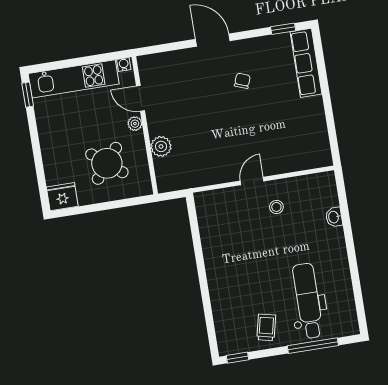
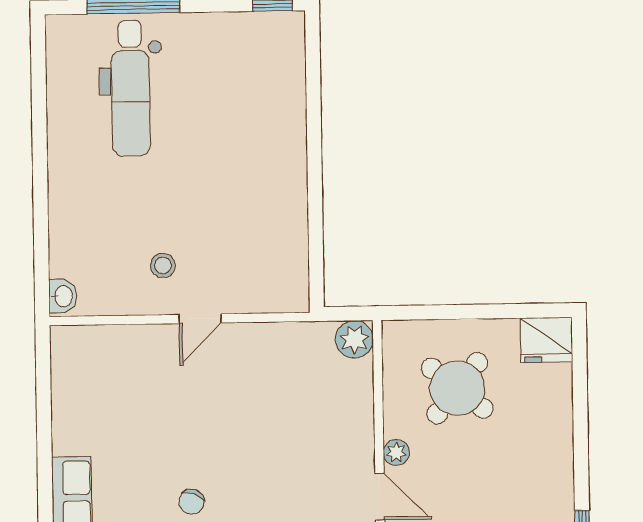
plant: (161, 146) -> (354, 339), moved
washbasin: (334, 217) -> (63, 296), moved
trolley: (266, 327) -> (213, 51), removed

